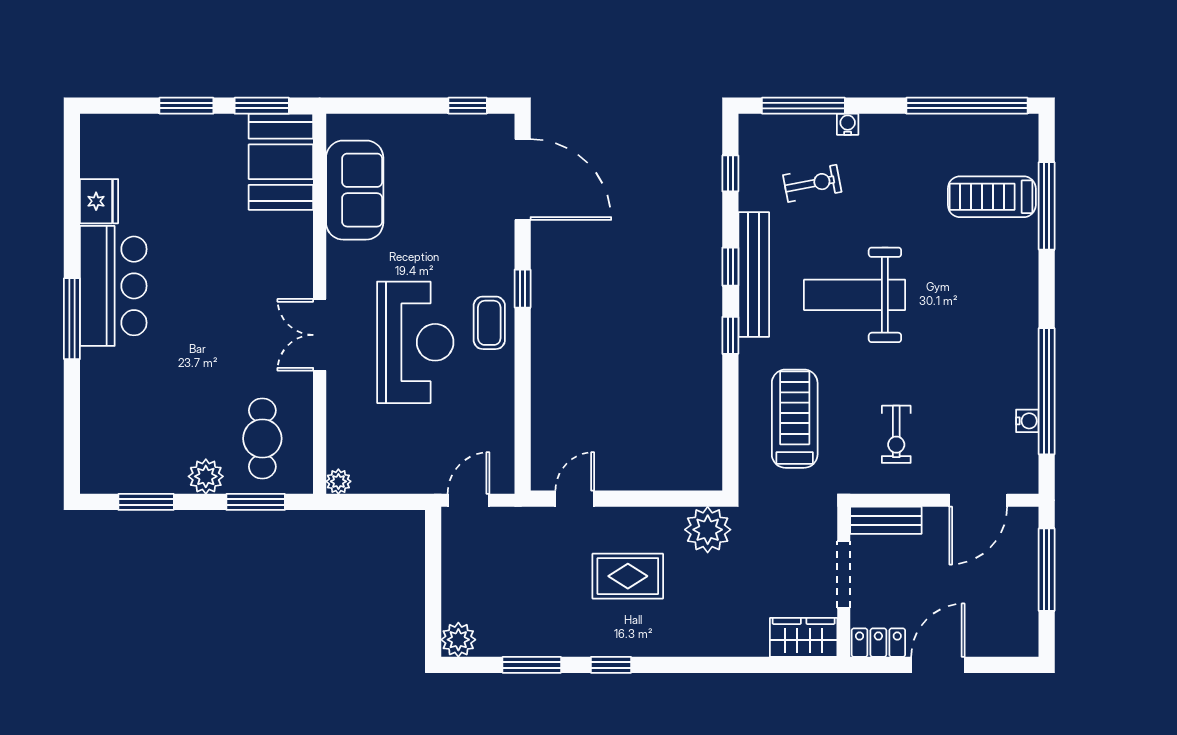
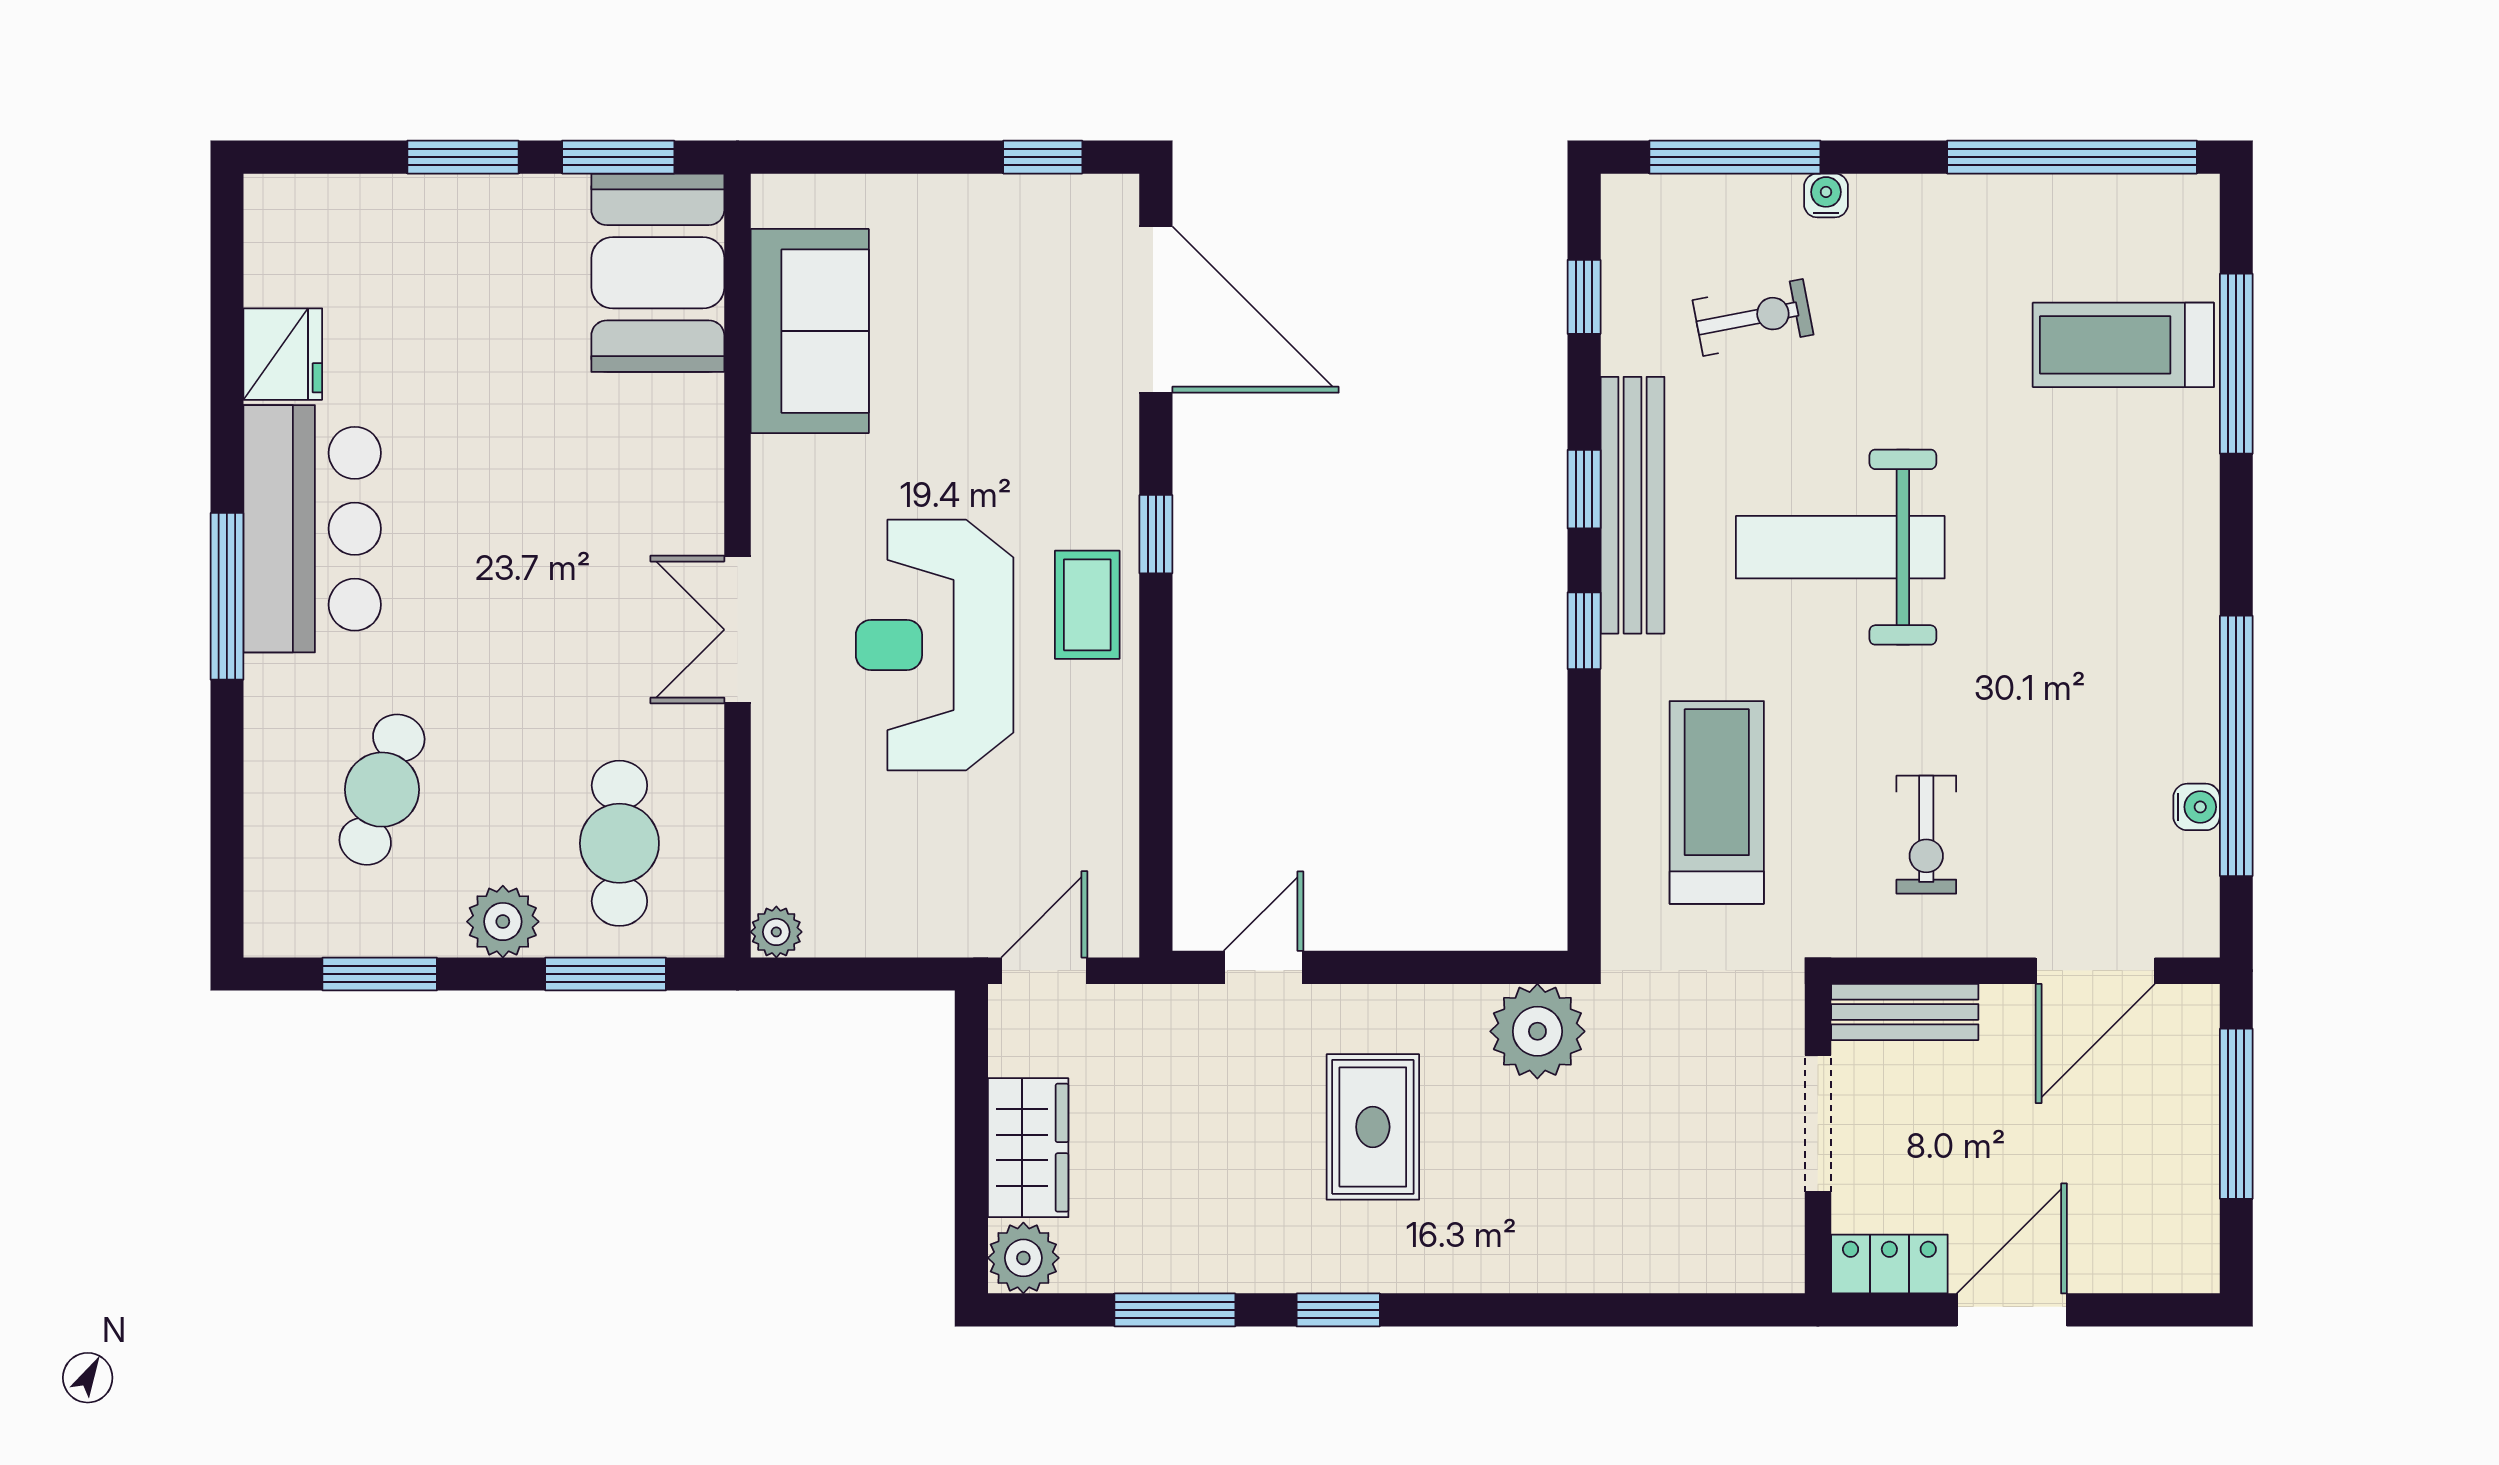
reception desk: (415, 342) -> (935, 645), turned 180
cafe table: (147, 412) -> (382, 790), added
rug: (628, 576) -> (1373, 1127), turned 90
wardrobe: (804, 637) -> (1028, 1148), moved, turned 90

